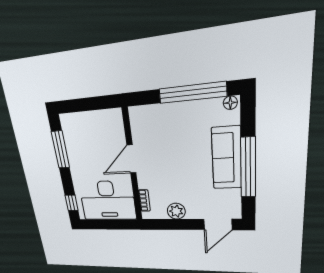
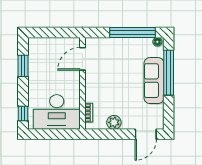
window: (60, 150) -> (23, 66), width x0.69
door: (131, 159) -> (82, 59), moved
window: (248, 168) -> (169, 73), moved

